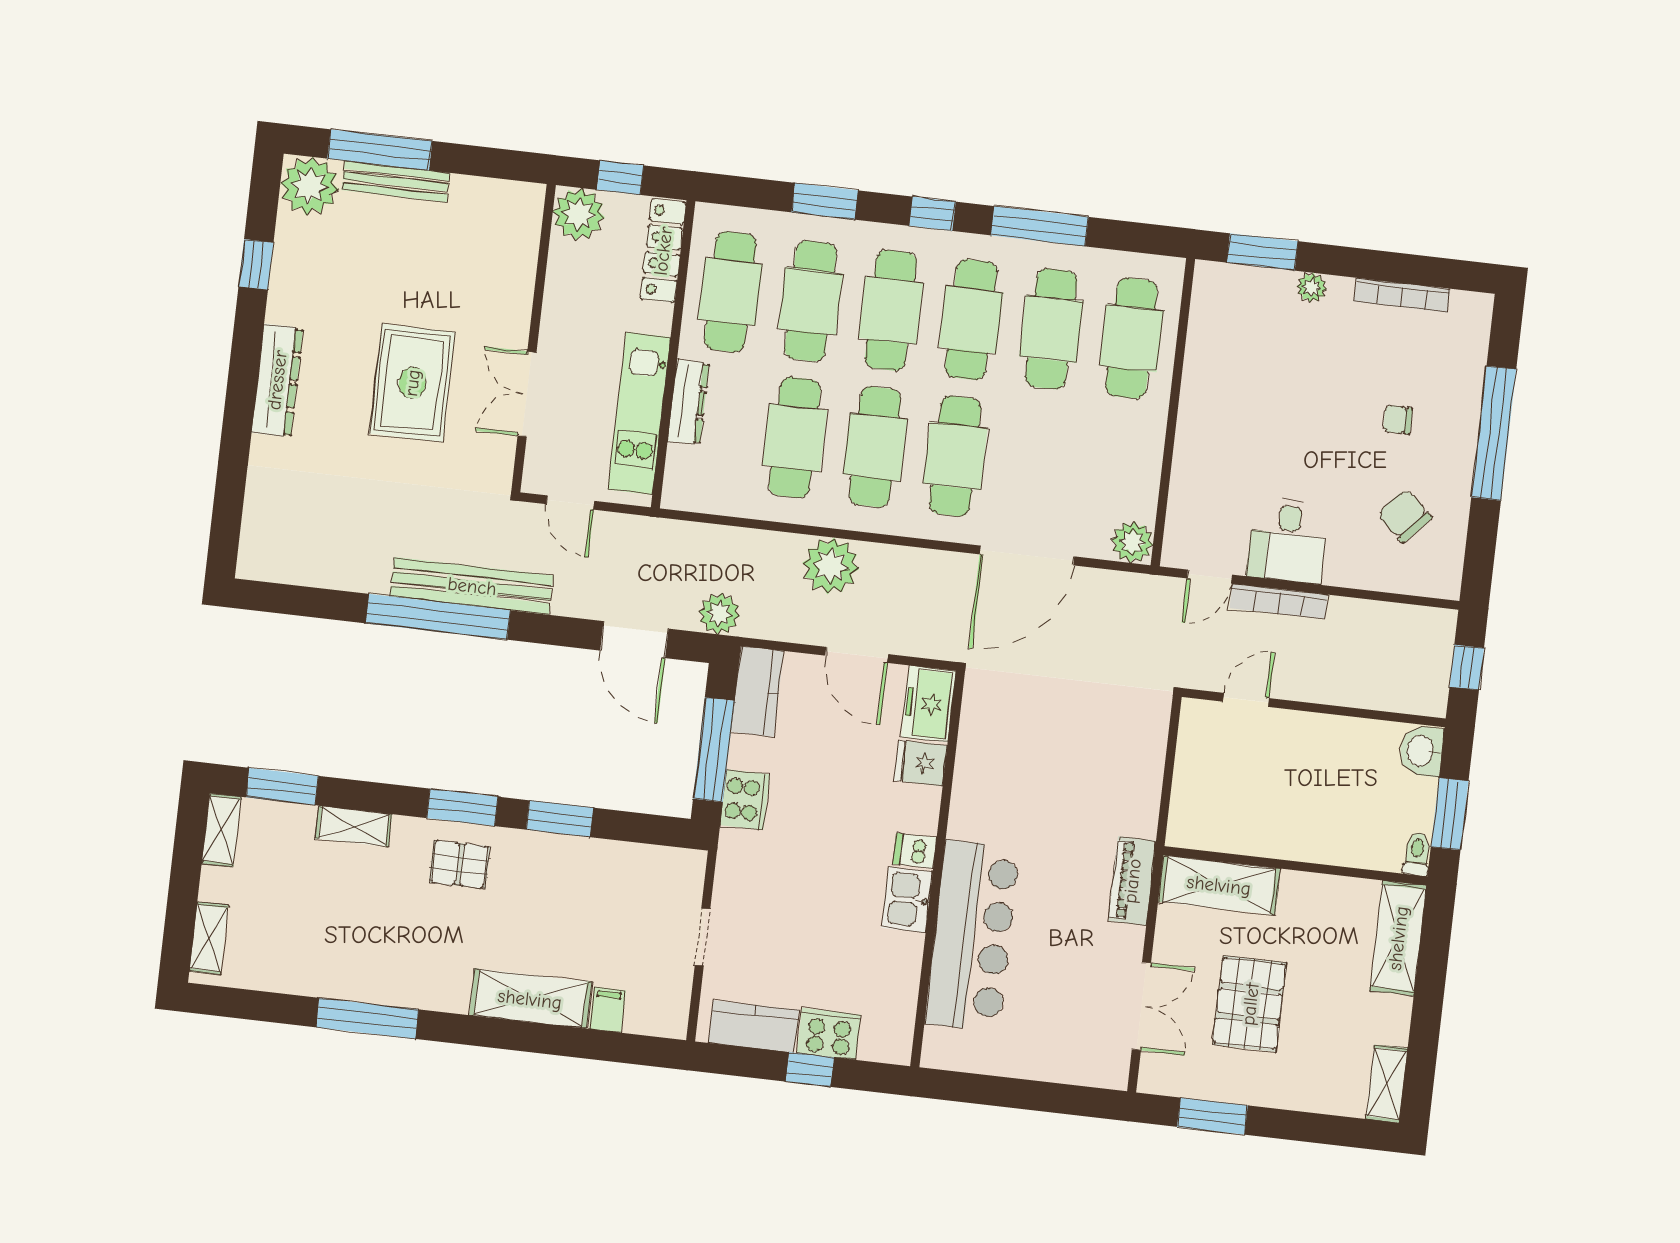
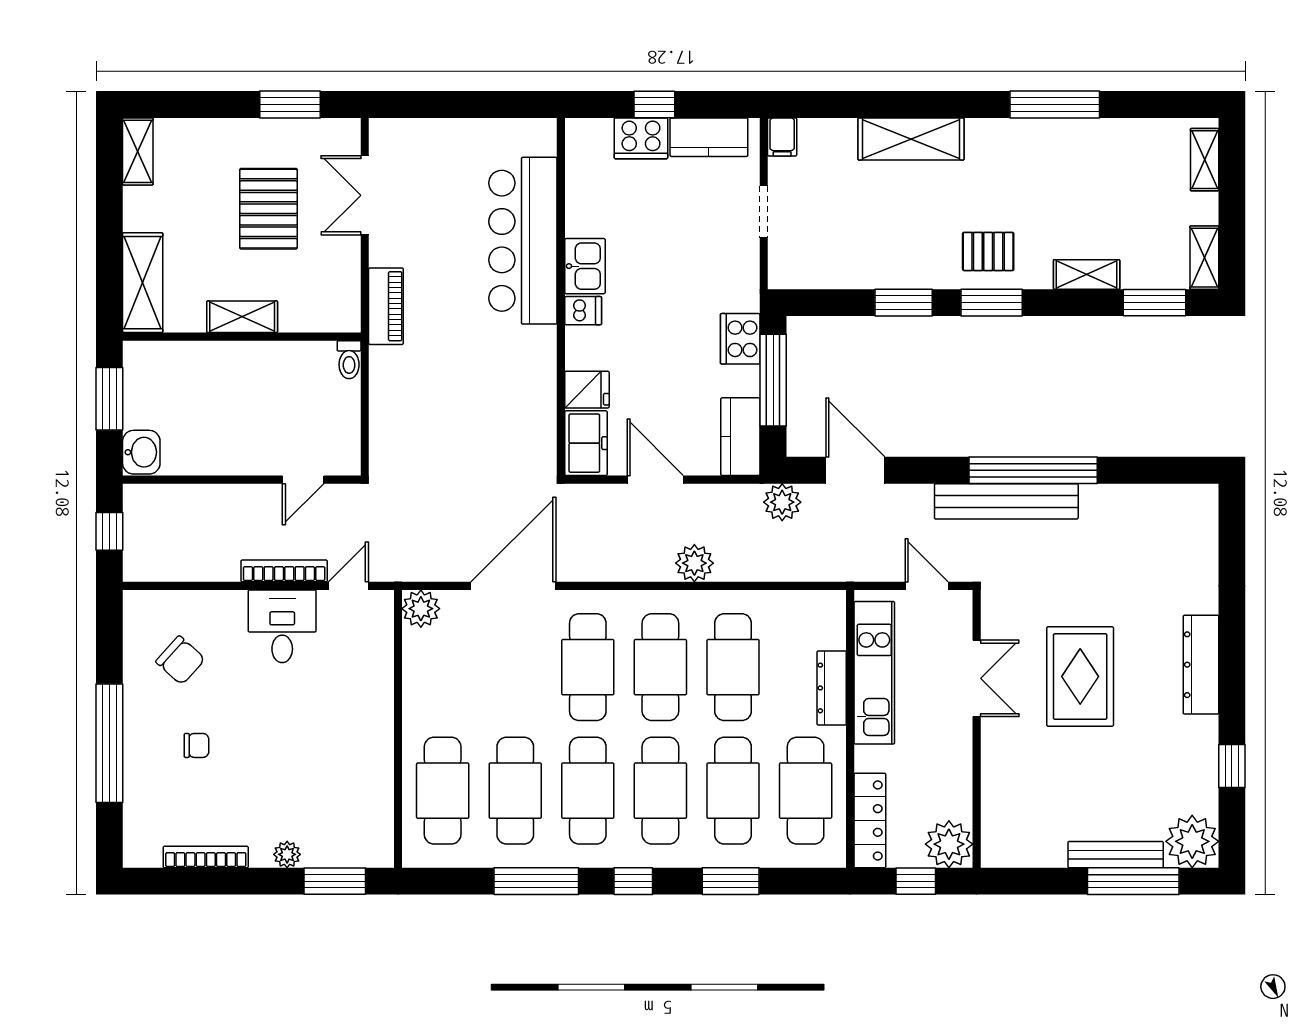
plant: (831, 566) -> (694, 563), width x0.73, depth x0.73
toilet: (1417, 854) -> (349, 360), moved
shelving: (1219, 885) -> (242, 317), moved, width x0.67, depth x0.75
filing cabinet: (608, 1010) -> (782, 137), moved

